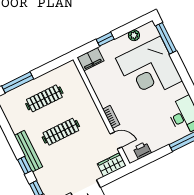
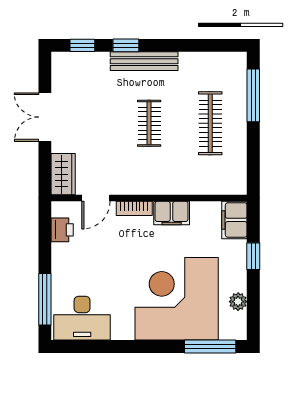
filing cabinet: (104, 95) -> (172, 213), added
clothes rail: (61, 132) -> (149, 123), width x0.73

